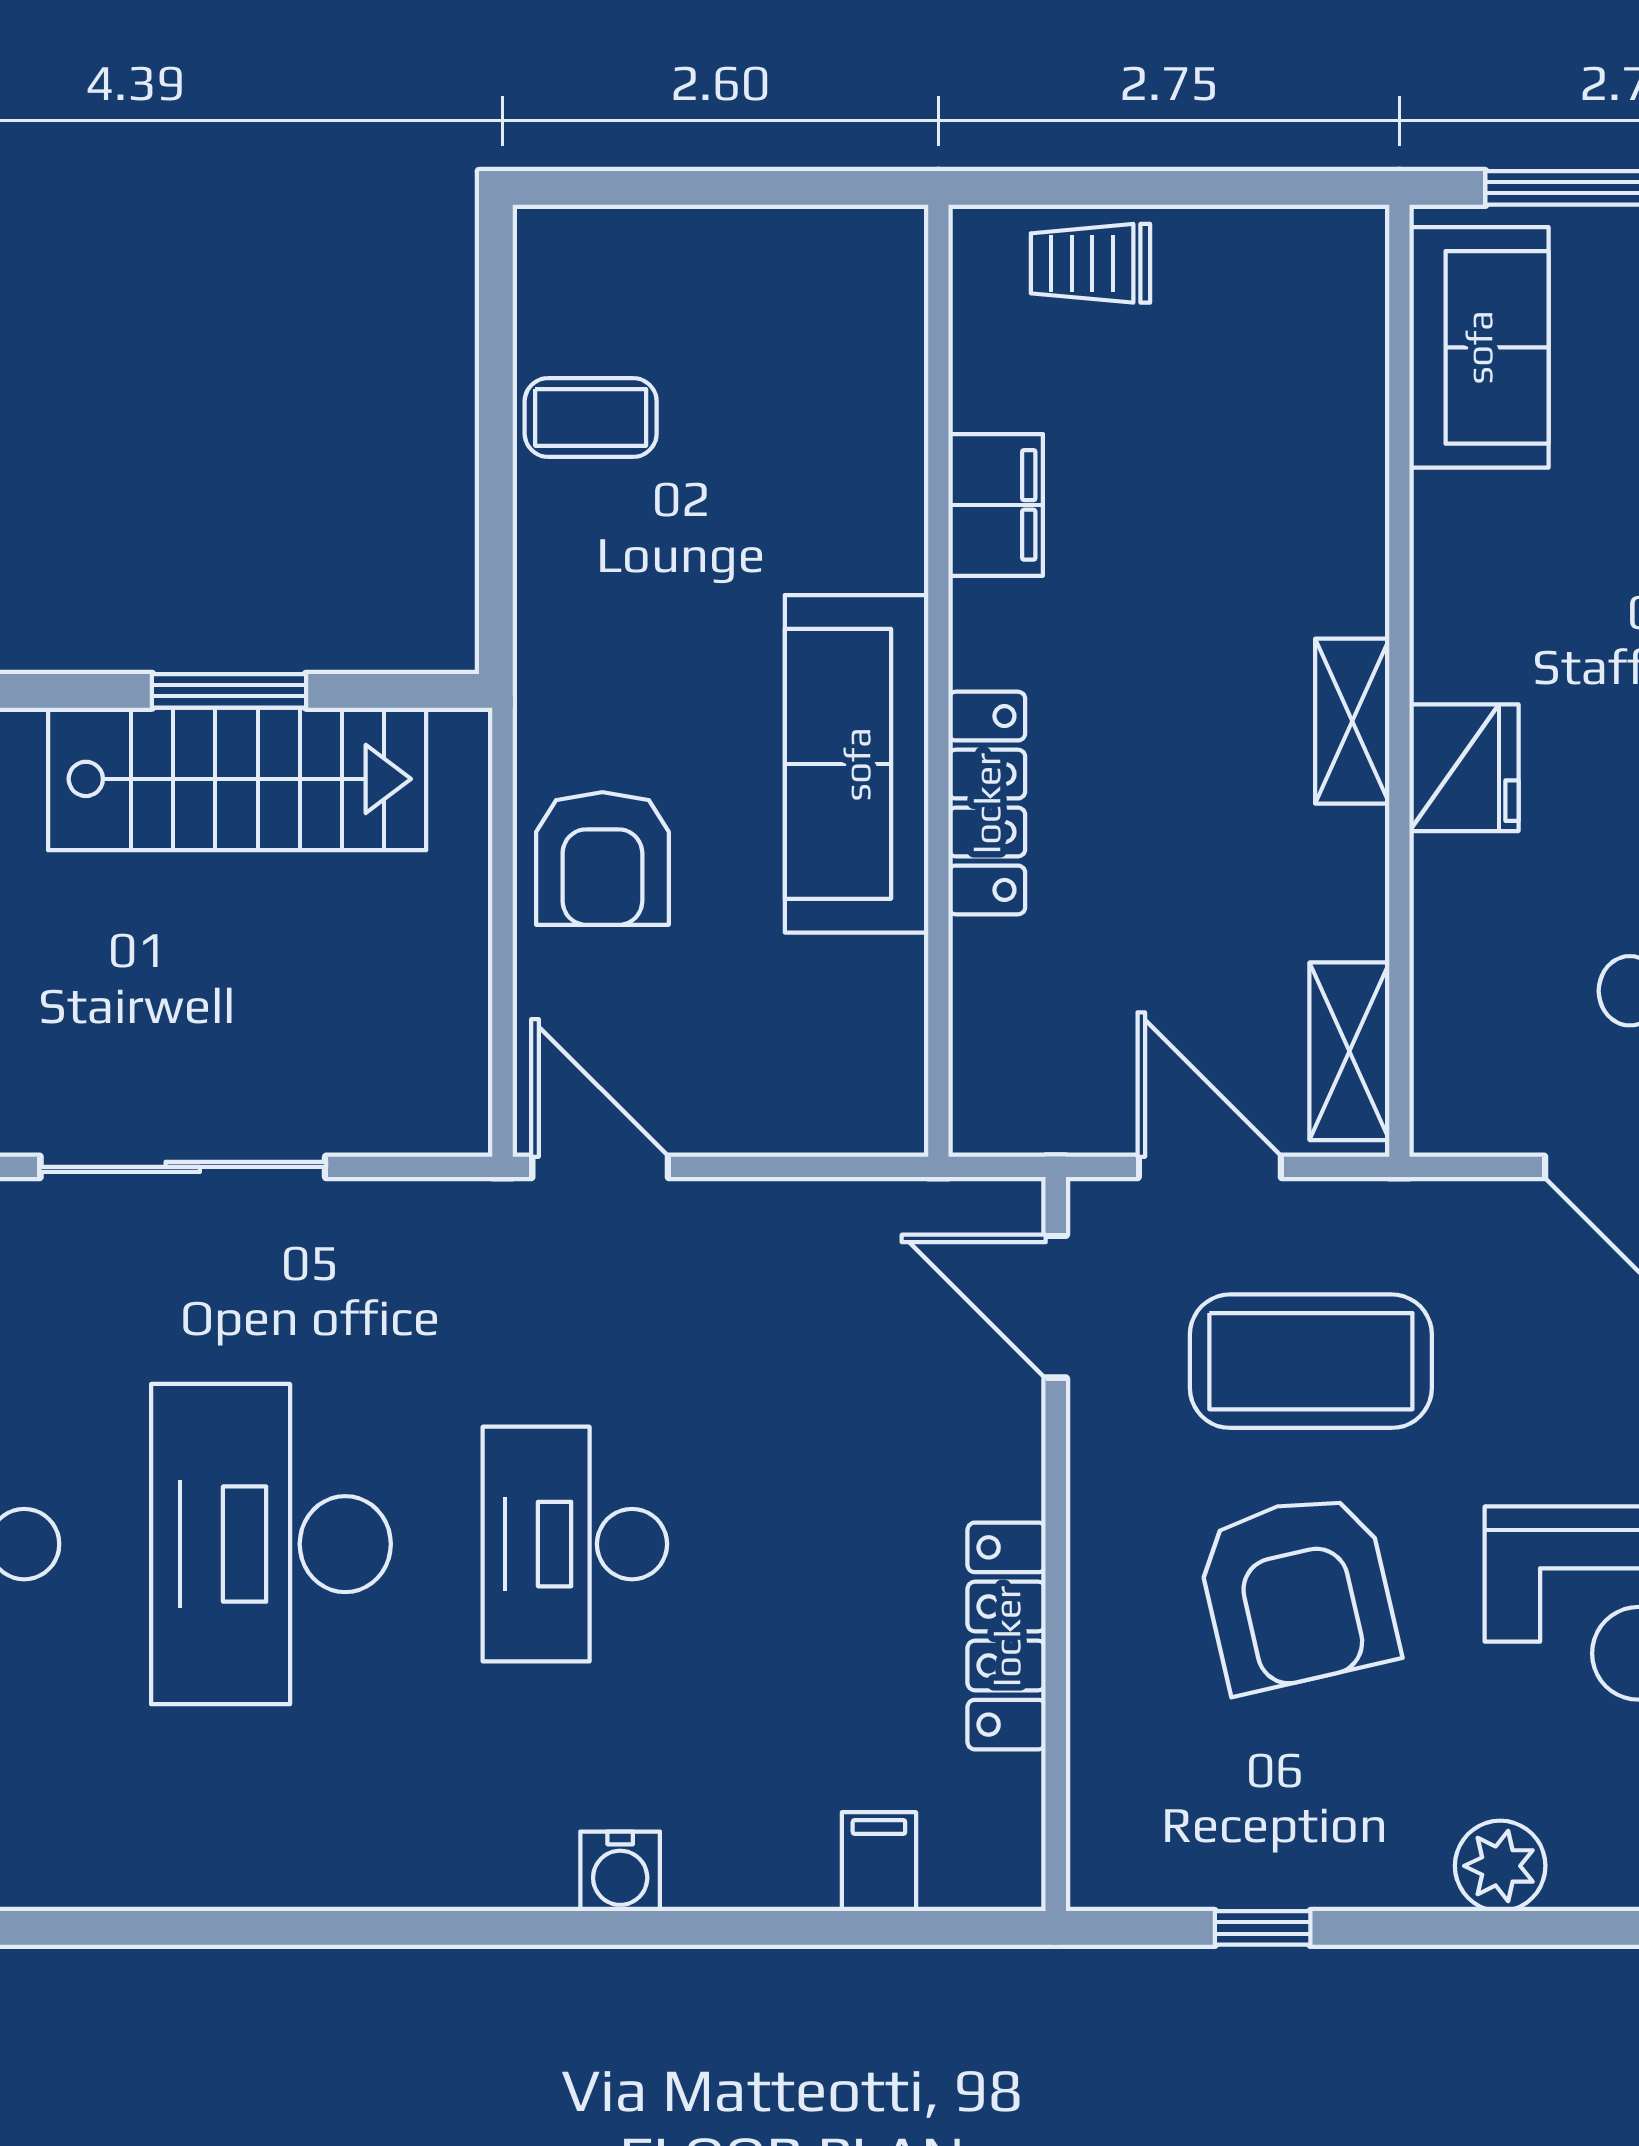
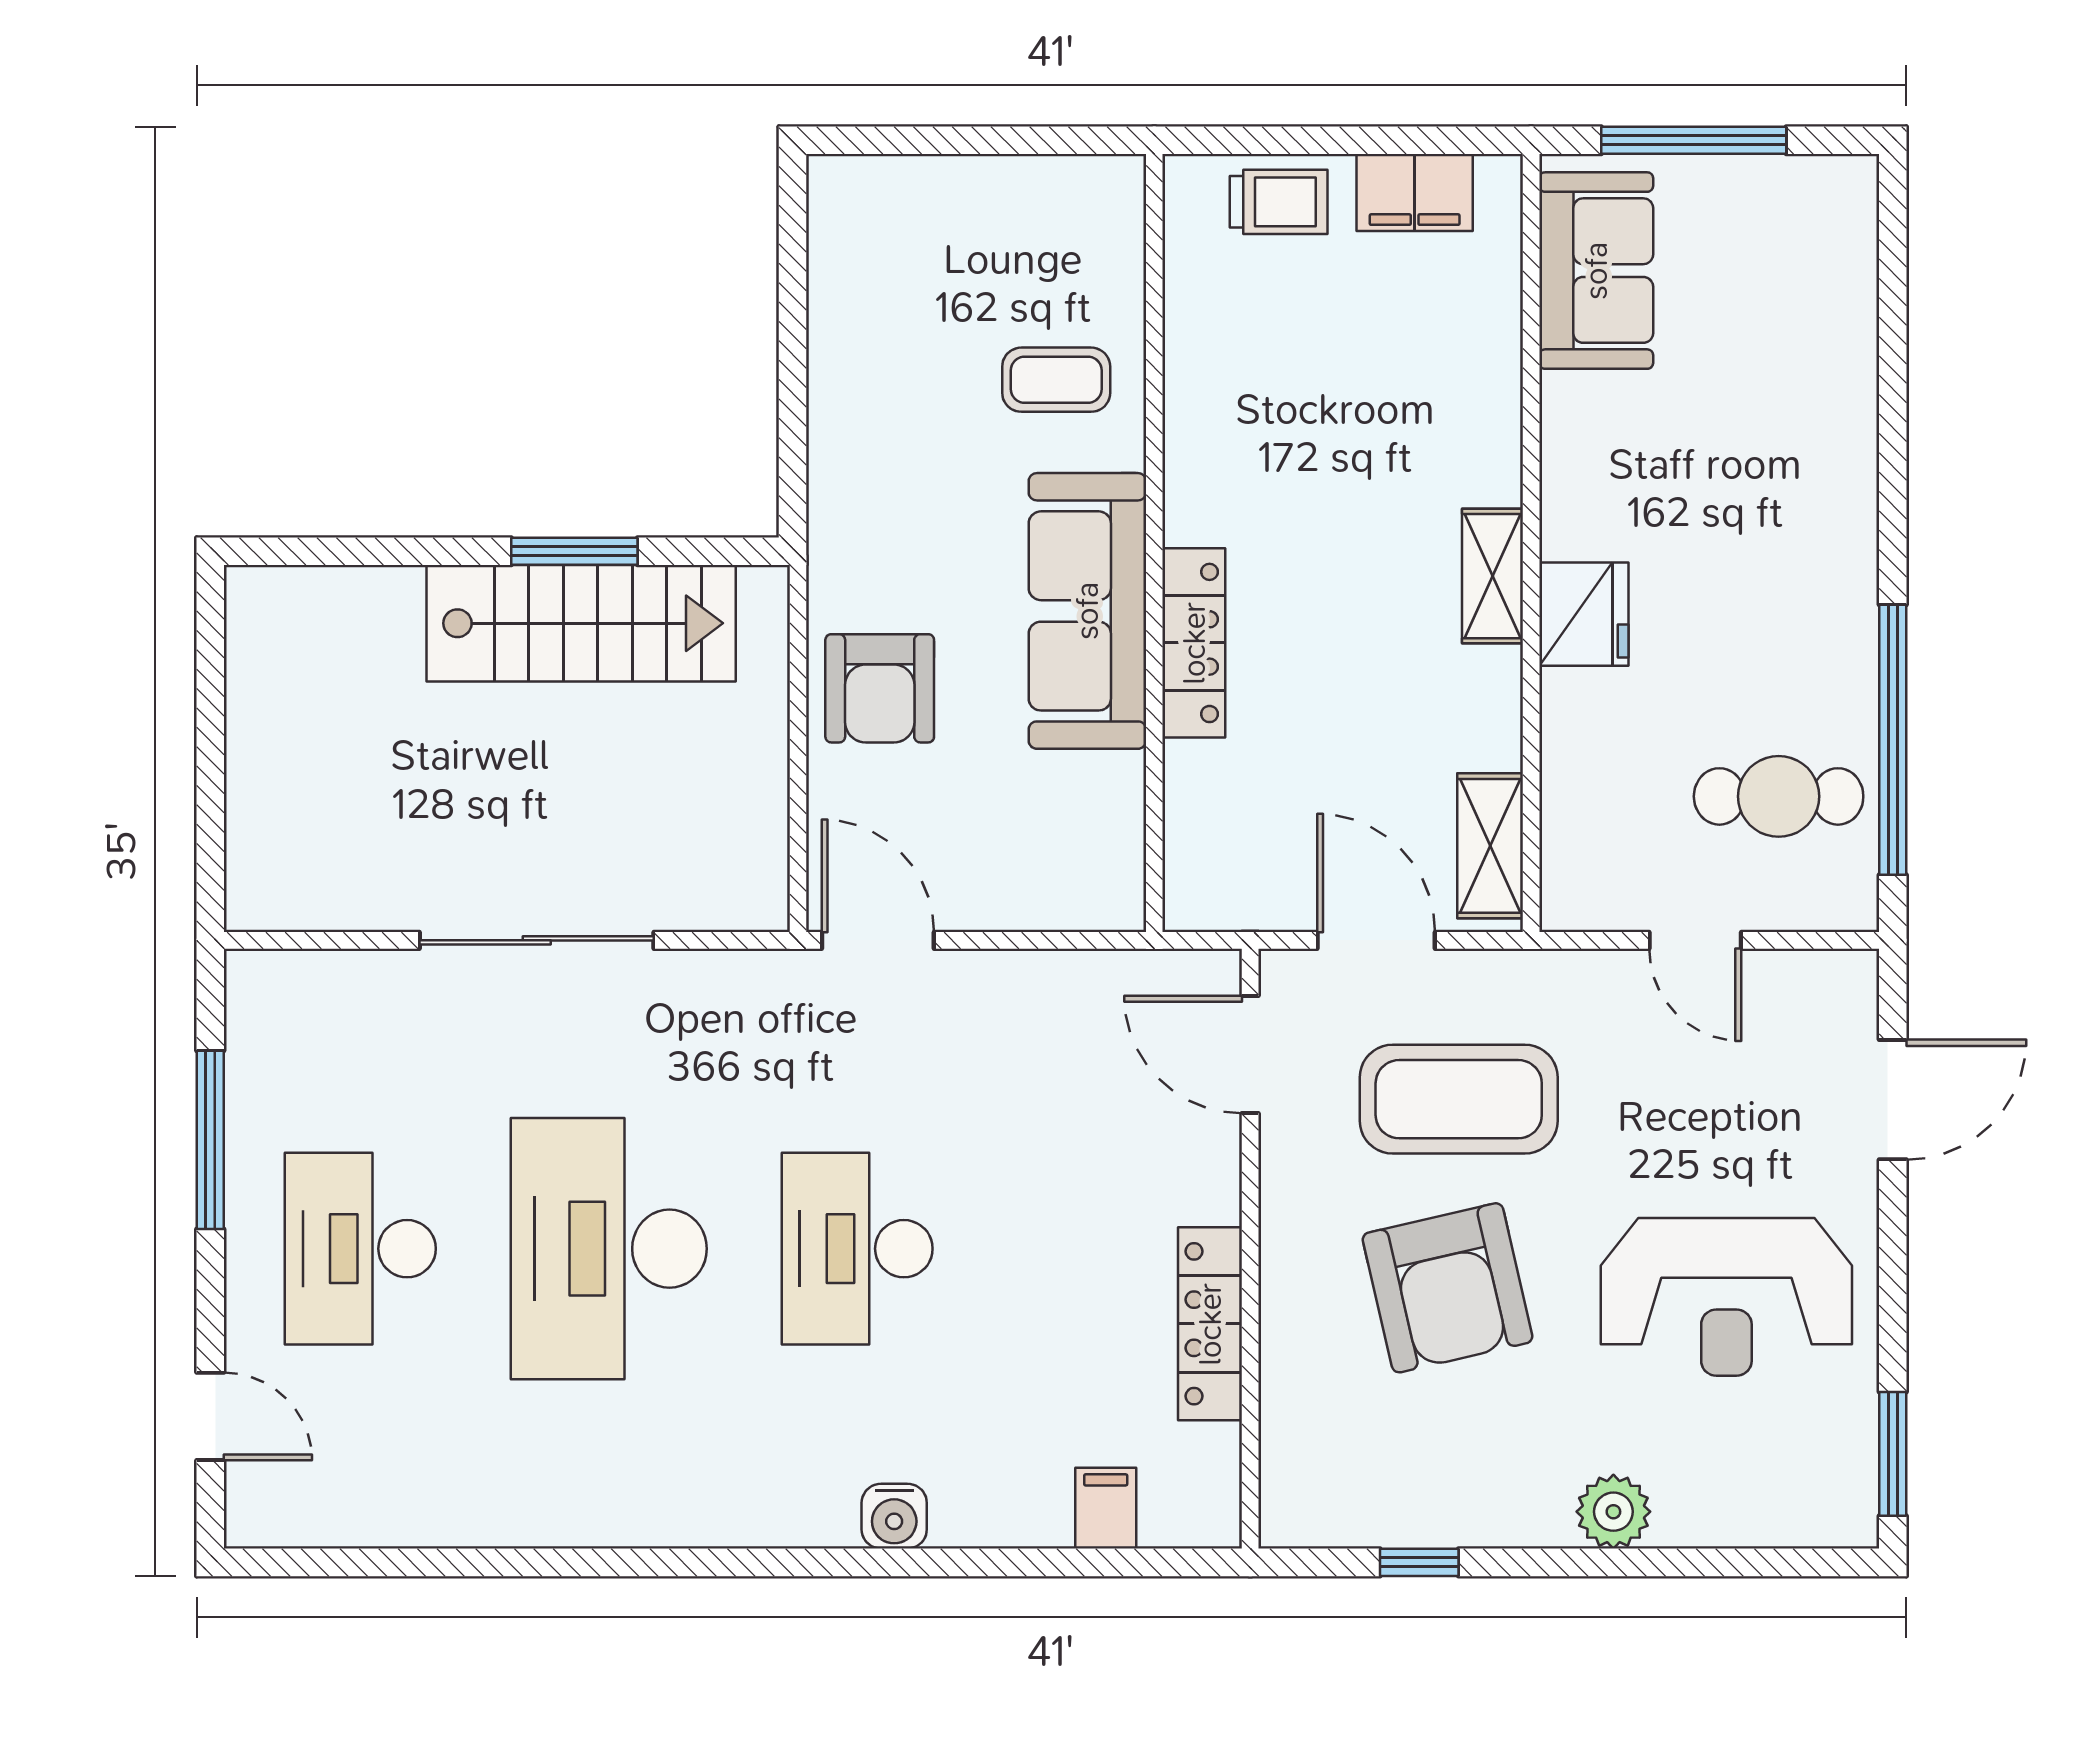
trolley: (1090, 263) -> (1279, 202), turned 180
coffee table: (591, 417) -> (1056, 380), moved
filing cabinet: (996, 505) -> (1415, 193), moved, turned 90

